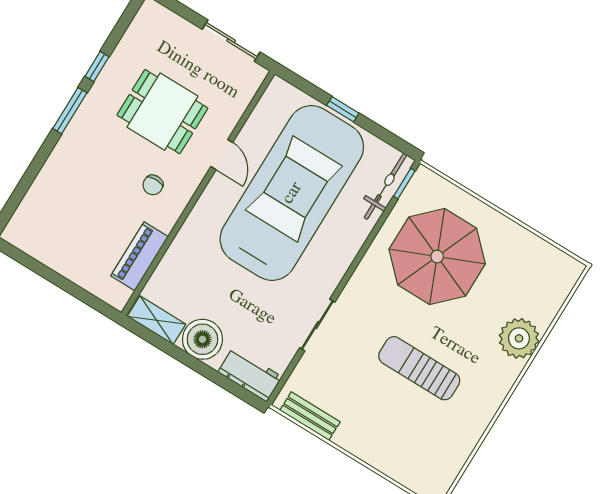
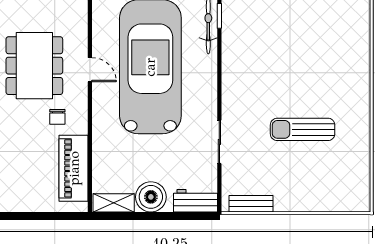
dining table: (162, 112) -> (34, 66), width x1.38
piano: (139, 256) -> (74, 168), width x1.37, depth x1.33
parasol: (437, 257) -> (270, 50), removed
plant: (519, 338) -> (355, 70), removed

